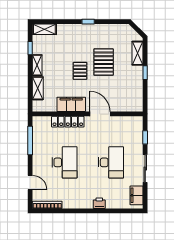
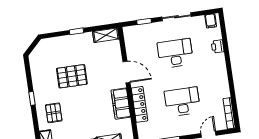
shelving: (137, 53) -> (106, 35), moved
pallet: (80, 71) -> (54, 113), moved, turned 90
door: (100, 114) -> (126, 72), swing flipped
filing cabinet: (137, 195) -> (211, 21), width x0.50
printer: (99, 203) -> (218, 46), moved

